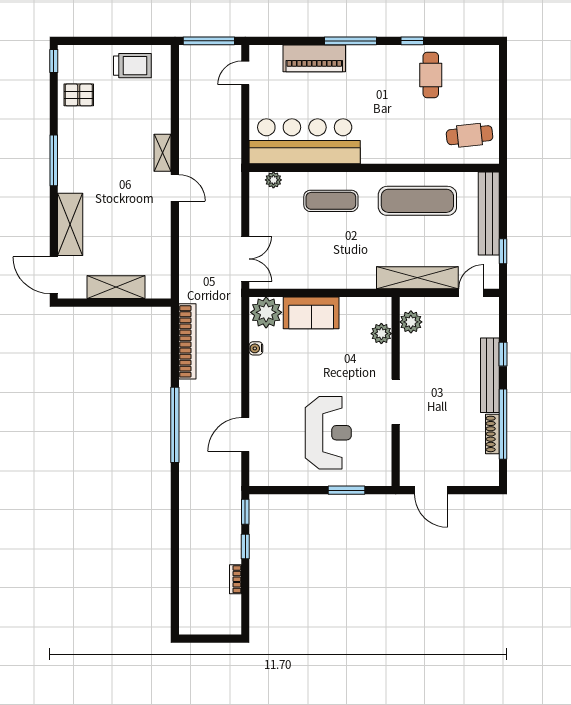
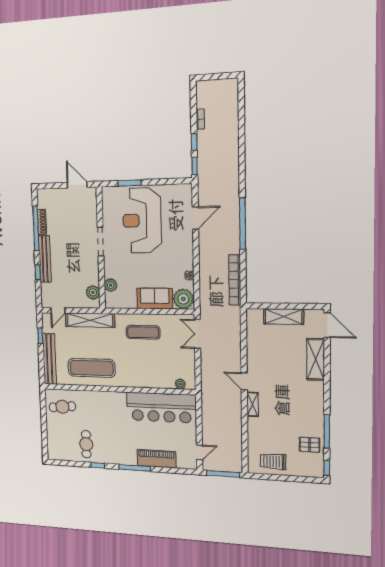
window: (54, 160) -> (327, 431), moved
exercise mat: (331, 201) -> (143, 332), moved
reception desk: (328, 433) -> (142, 220), width x1.36, depth x1.30

